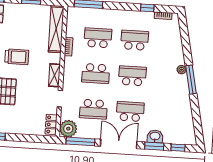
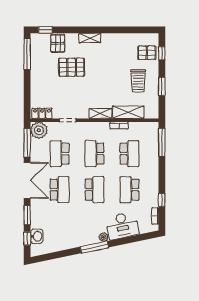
shelving: (56, 29) -> (128, 112), width x0.68
school desk: (135, 40) -> (129, 190), turned 180
desk: (171, 50) -> (122, 226), added
trolley: (17, 57) -> (138, 81), moved
shelving: (54, 75) -> (100, 113), moved
washbasin: (155, 136) -> (37, 236), moved

